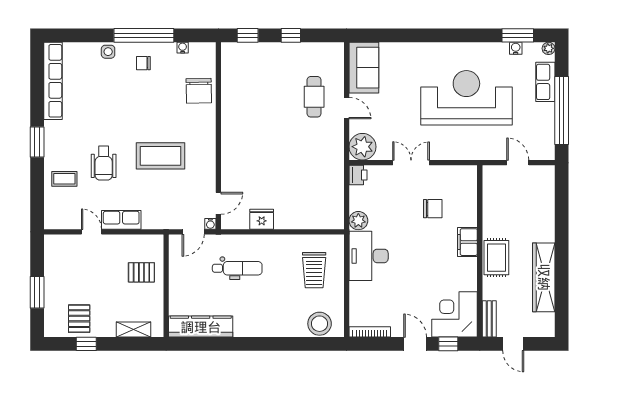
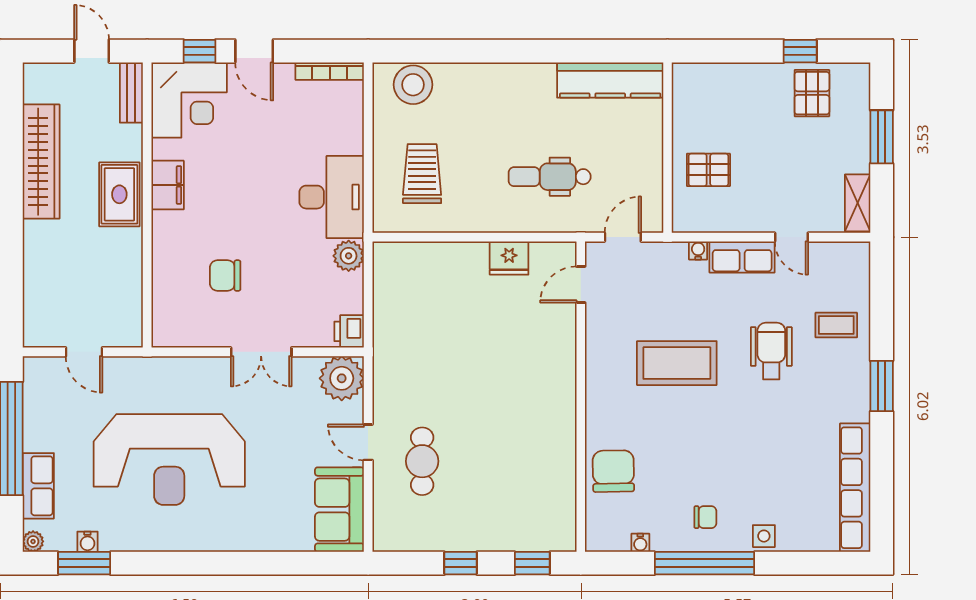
water cooler: (210, 224) -> (698, 250), moved
filing cabinet: (467, 242) -> (168, 185), moved
shelving: (133, 329) -> (858, 203), moved, turned 90

